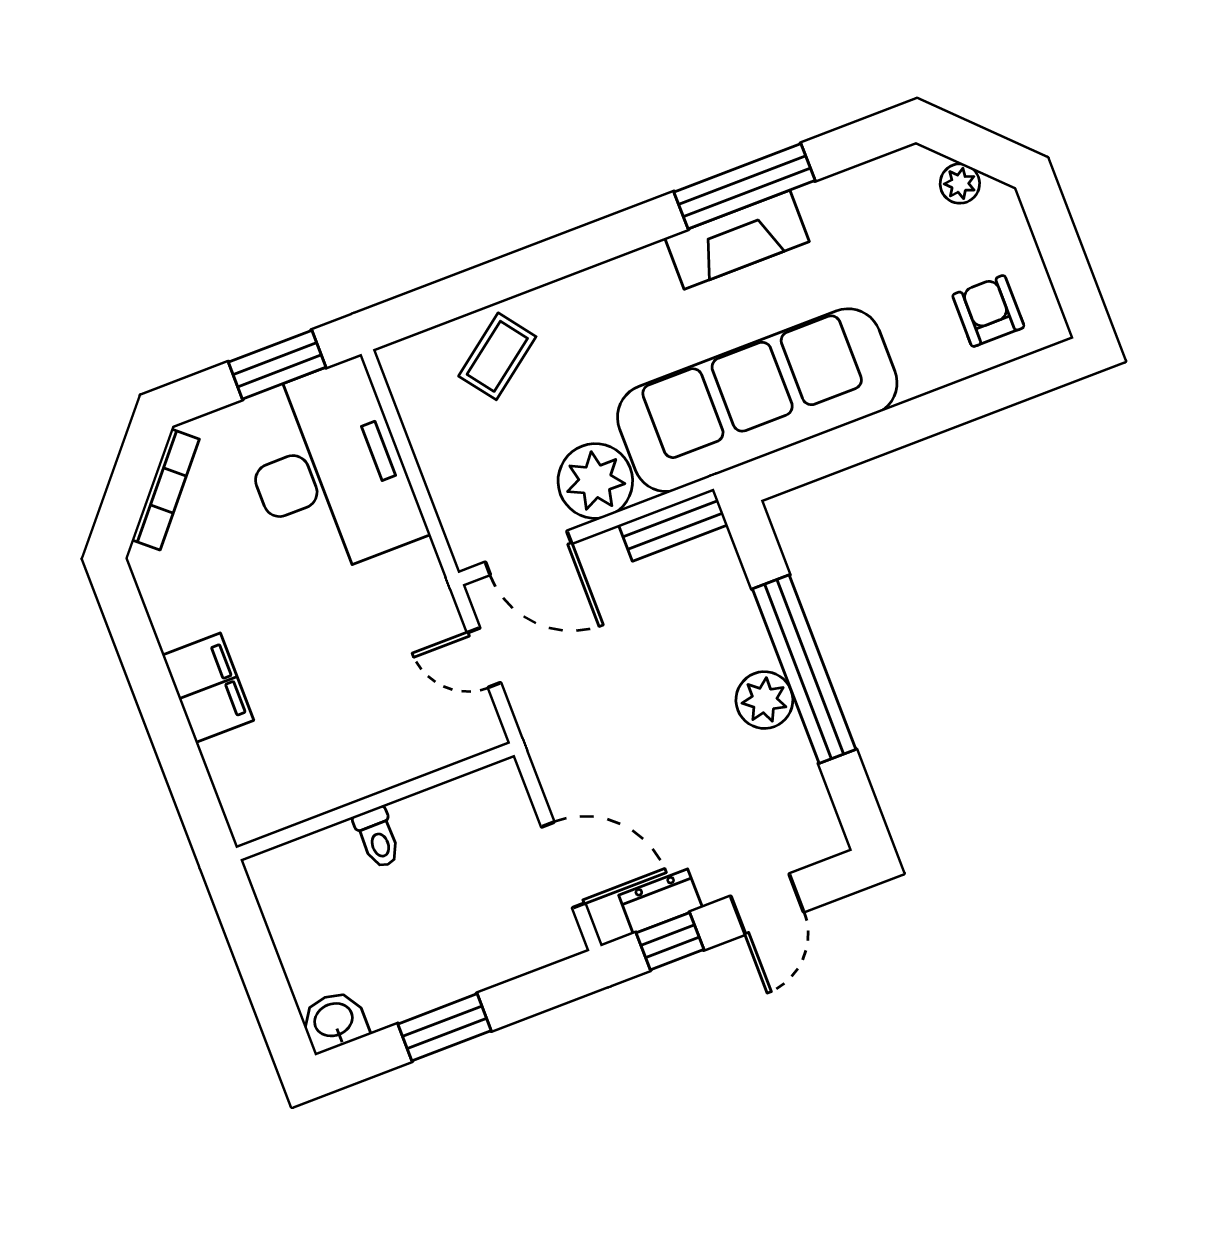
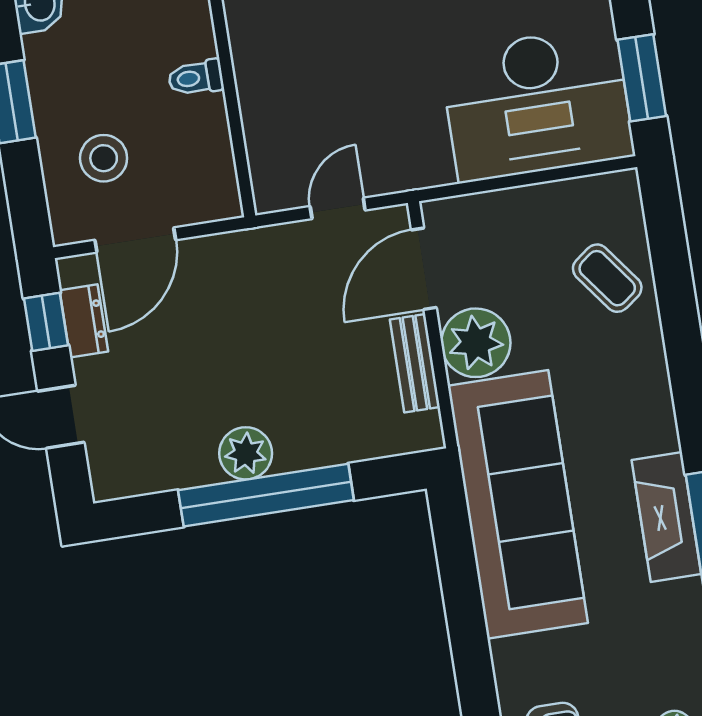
bench: (673, 525) -> (415, 363), moved
stool: (484, 917) -> (104, 158), added

